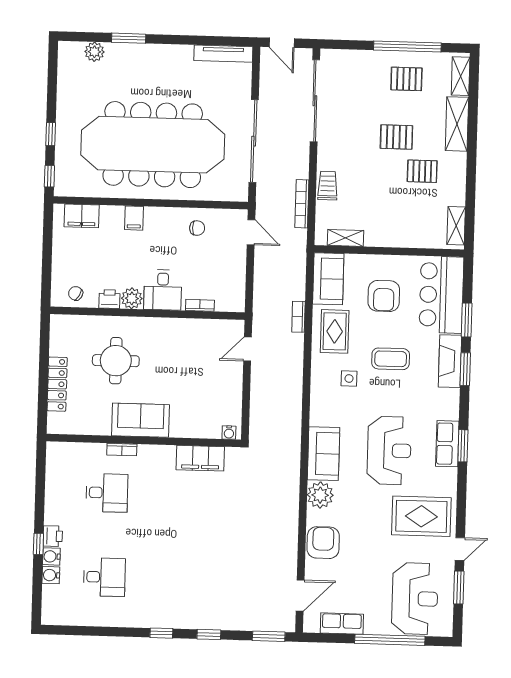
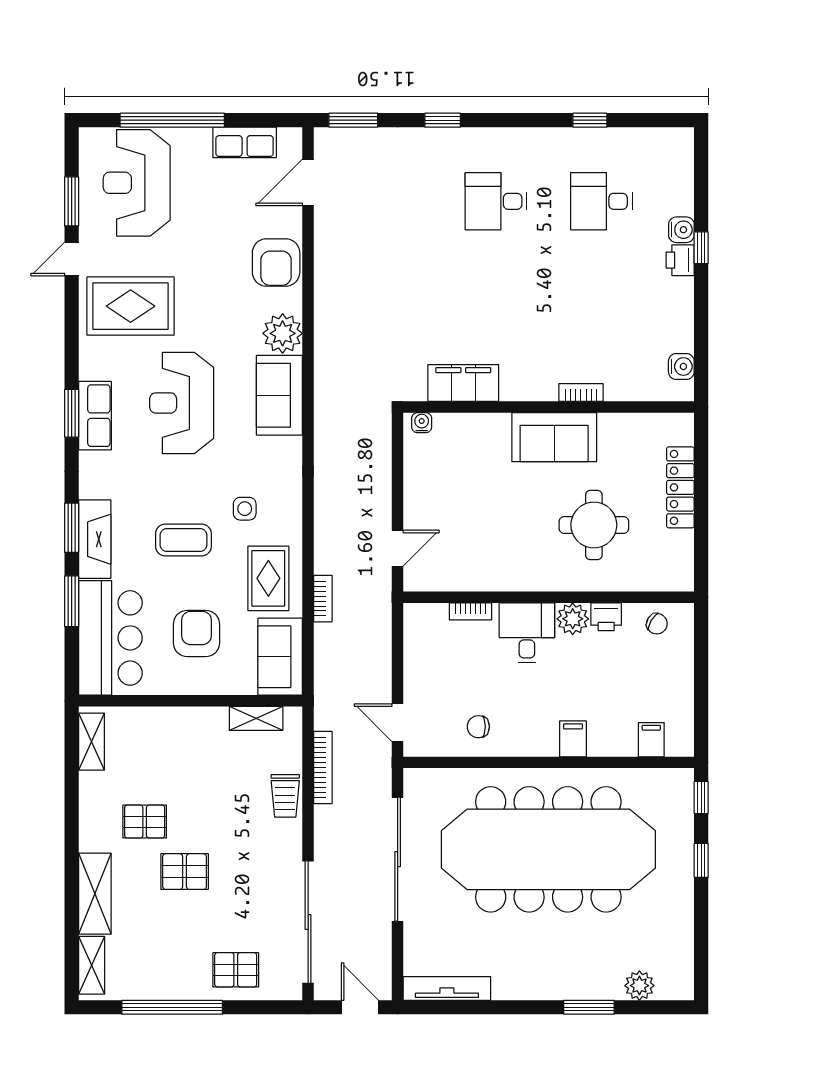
pallet: (406, 79) -> (236, 970), moved
filing cabinet: (82, 216) -> (651, 740), width x0.50
desk: (107, 493) -> (496, 201), moved
water cooler: (51, 575) -> (681, 366), moved
window: (161, 633) -> (590, 120), moved

